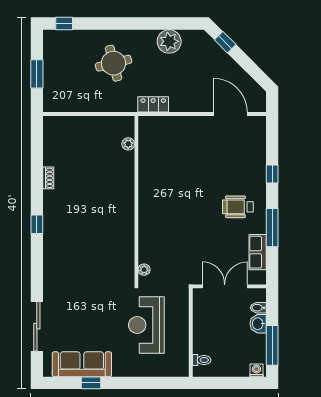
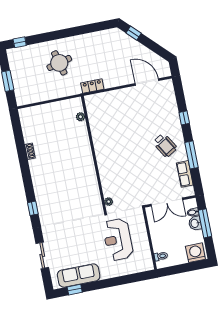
plant: (169, 41) -> (95, 40), removed
wheelchair: (238, 207) -> (165, 145), turned -121
window: (37, 224) -> (33, 208), moved
double door: (225, 286) -> (167, 202), swing flipped
sliding door: (37, 326) -> (42, 255), width x0.73
window: (272, 345) -> (205, 223), moved
washing machine: (256, 370) -> (195, 253), width x1.89, depth x1.89
window: (91, 383) -> (75, 290), moved

